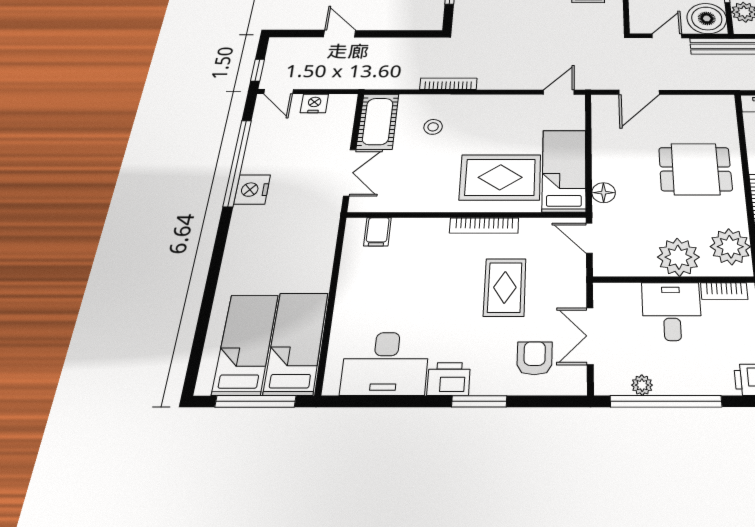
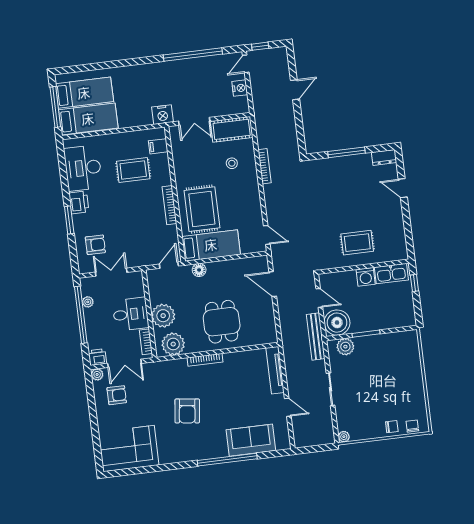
nightstand: (252, 190) -> (163, 115), moved, turned 180
rug: (505, 287) -> (133, 170), moved

